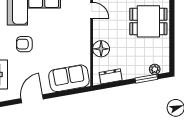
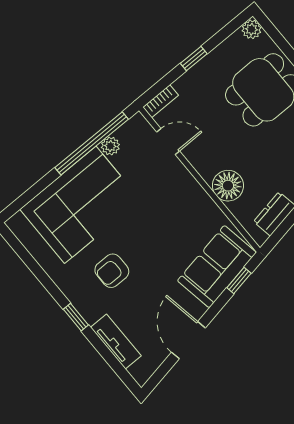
window: (73, 92) -> (239, 281), added

